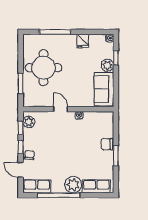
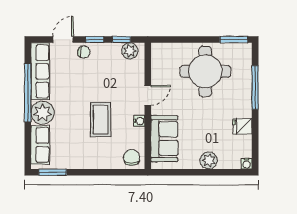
window: (116, 58) -> (219, 172), removed
window: (21, 84) -> (234, 40), moved
sofa: (104, 89) -> (164, 139), moved, turned 90
coffee table: (78, 143) -> (101, 119), added
chair: (107, 144) -> (132, 158), moved
window: (116, 156) -> (53, 172), moved
row of seats: (37, 186) -> (40, 71), width x1.48

